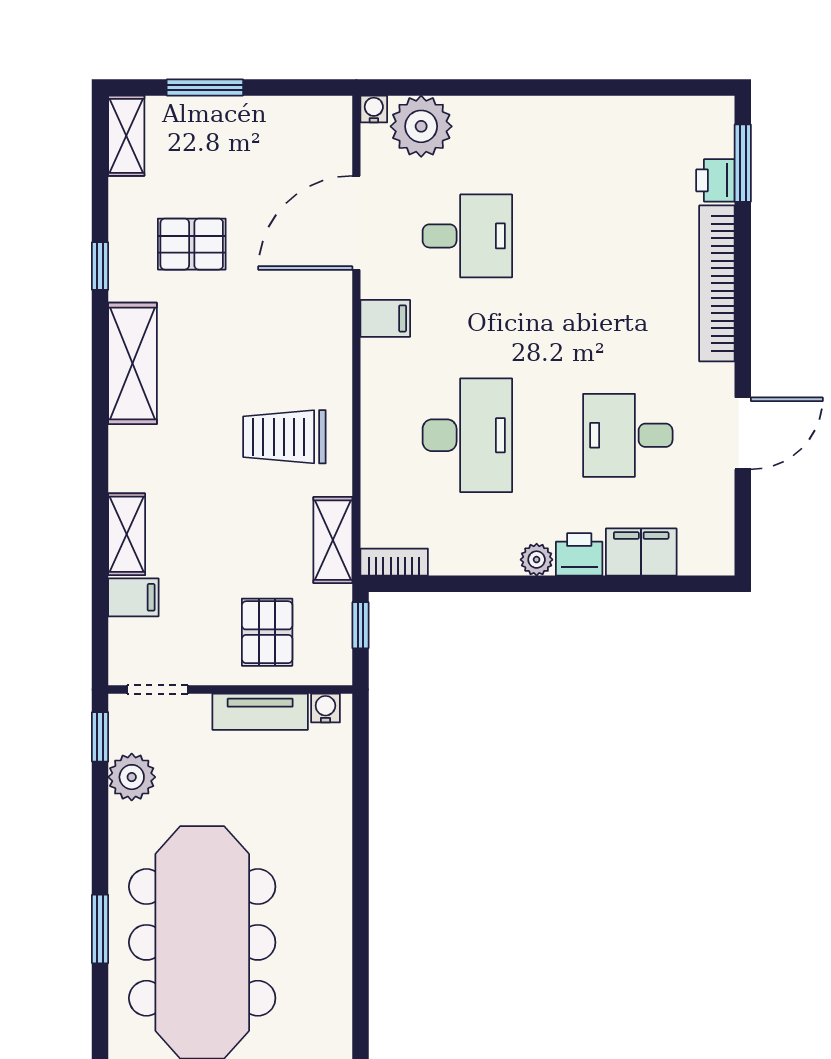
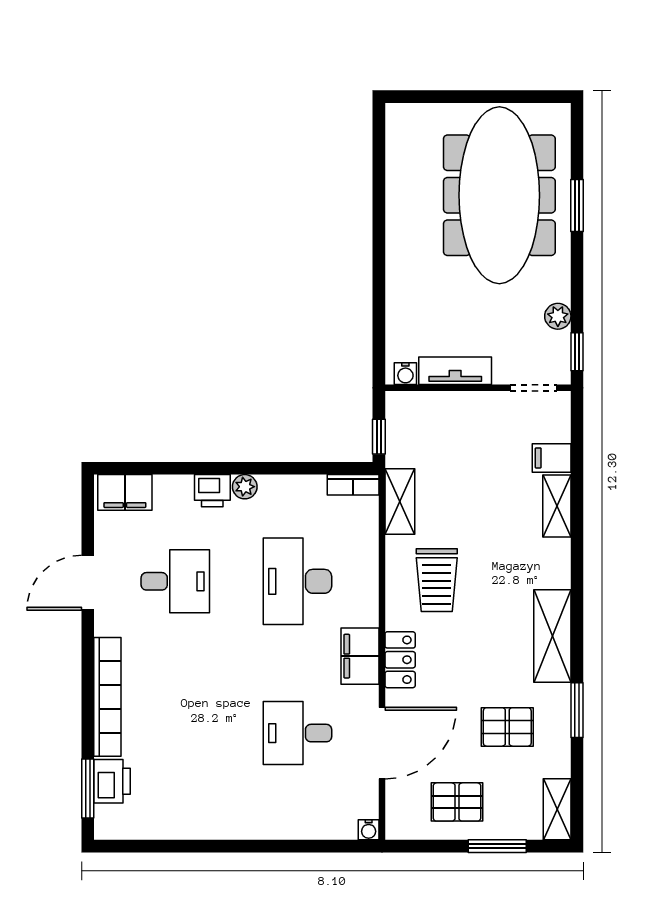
plant: (421, 126) -> (333, 817), removed
printer: (715, 180) -> (112, 781), width x1.36, depth x1.24
window: (100, 266) -> (577, 710), width x1.50
filing cabinet: (385, 318) -> (360, 656), width x2.00
locker: (333, 332) -> (400, 660), added
trolley: (284, 437) -> (437, 580), turned 90
filing cabinet: (641, 552) -> (125, 492), moved
pallet: (267, 632) -> (457, 802), moved, turned 90
plant: (132, 777) -> (558, 316), width x0.73, depth x0.73

